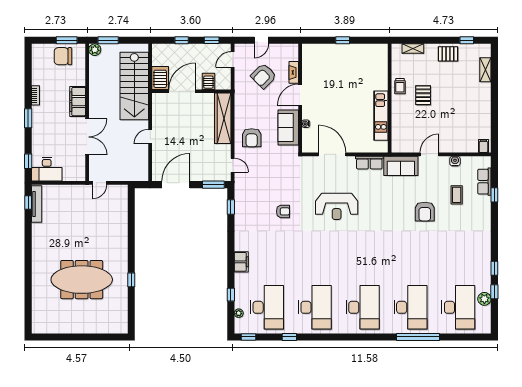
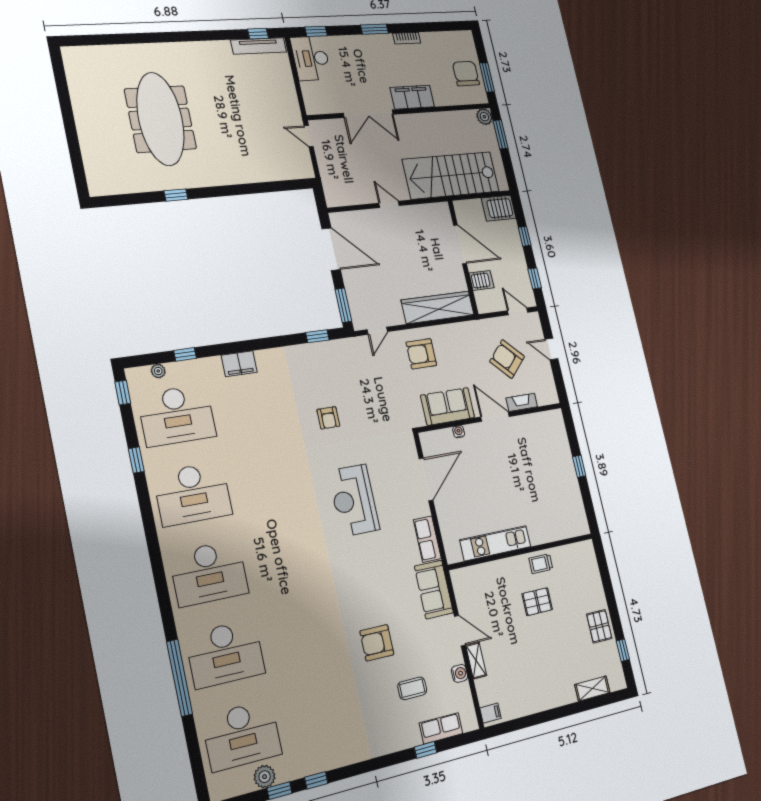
shelving: (413, 49) -> (476, 660), moved
server rack: (160, 78) -> (499, 208), moved, turned 180

